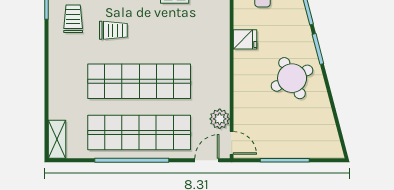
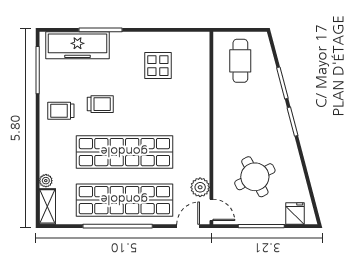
trolley: (73, 19) -> (61, 111), moved, turned -90
fridge: (245, 39) -> (295, 213), moved, turned -90
round table: (292, 78) -> (255, 177), moved
plant: (55, 112) -> (46, 181), added

